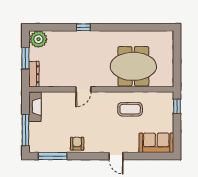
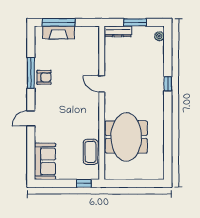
plant: (38, 39) -> (159, 36), width x0.53, depth x0.53
fireplace: (35, 107) -> (59, 32), moved
coffee table: (130, 109) -> (91, 152), moved
window: (53, 156) -> (31, 73), moved

